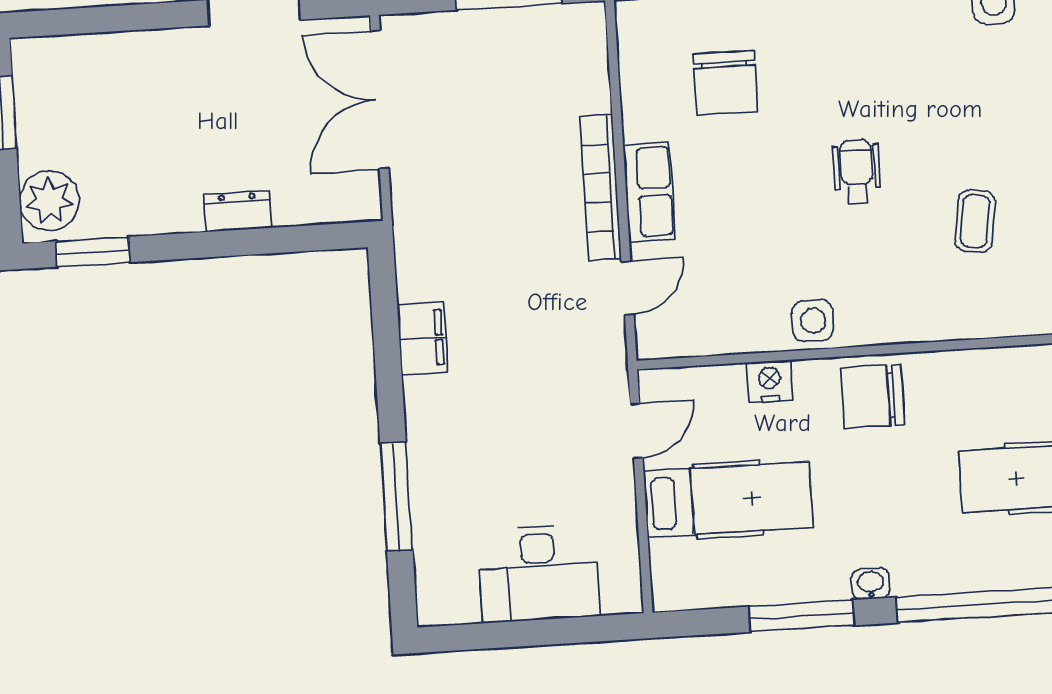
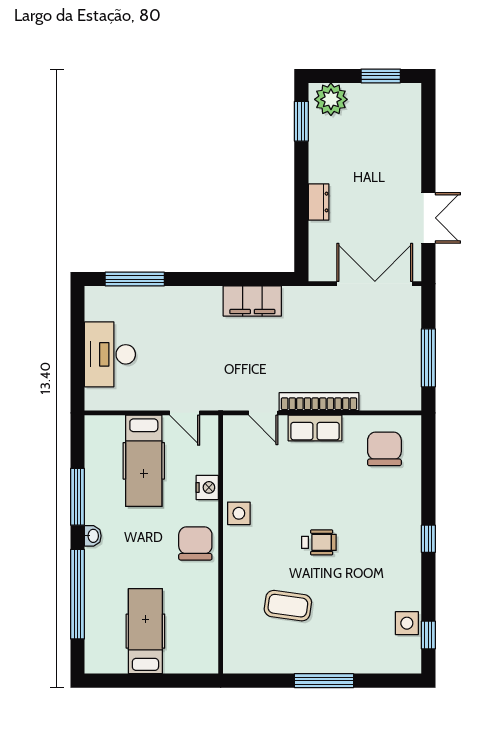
chair: (725, 83) -> (384, 449), moved, turned 90
coffee table: (975, 221) -> (288, 606), width x1.36, depth x1.30
filing cabinet: (423, 338) -> (252, 301), width x1.50, depth x1.17
window: (396, 497) -> (135, 279), moved

